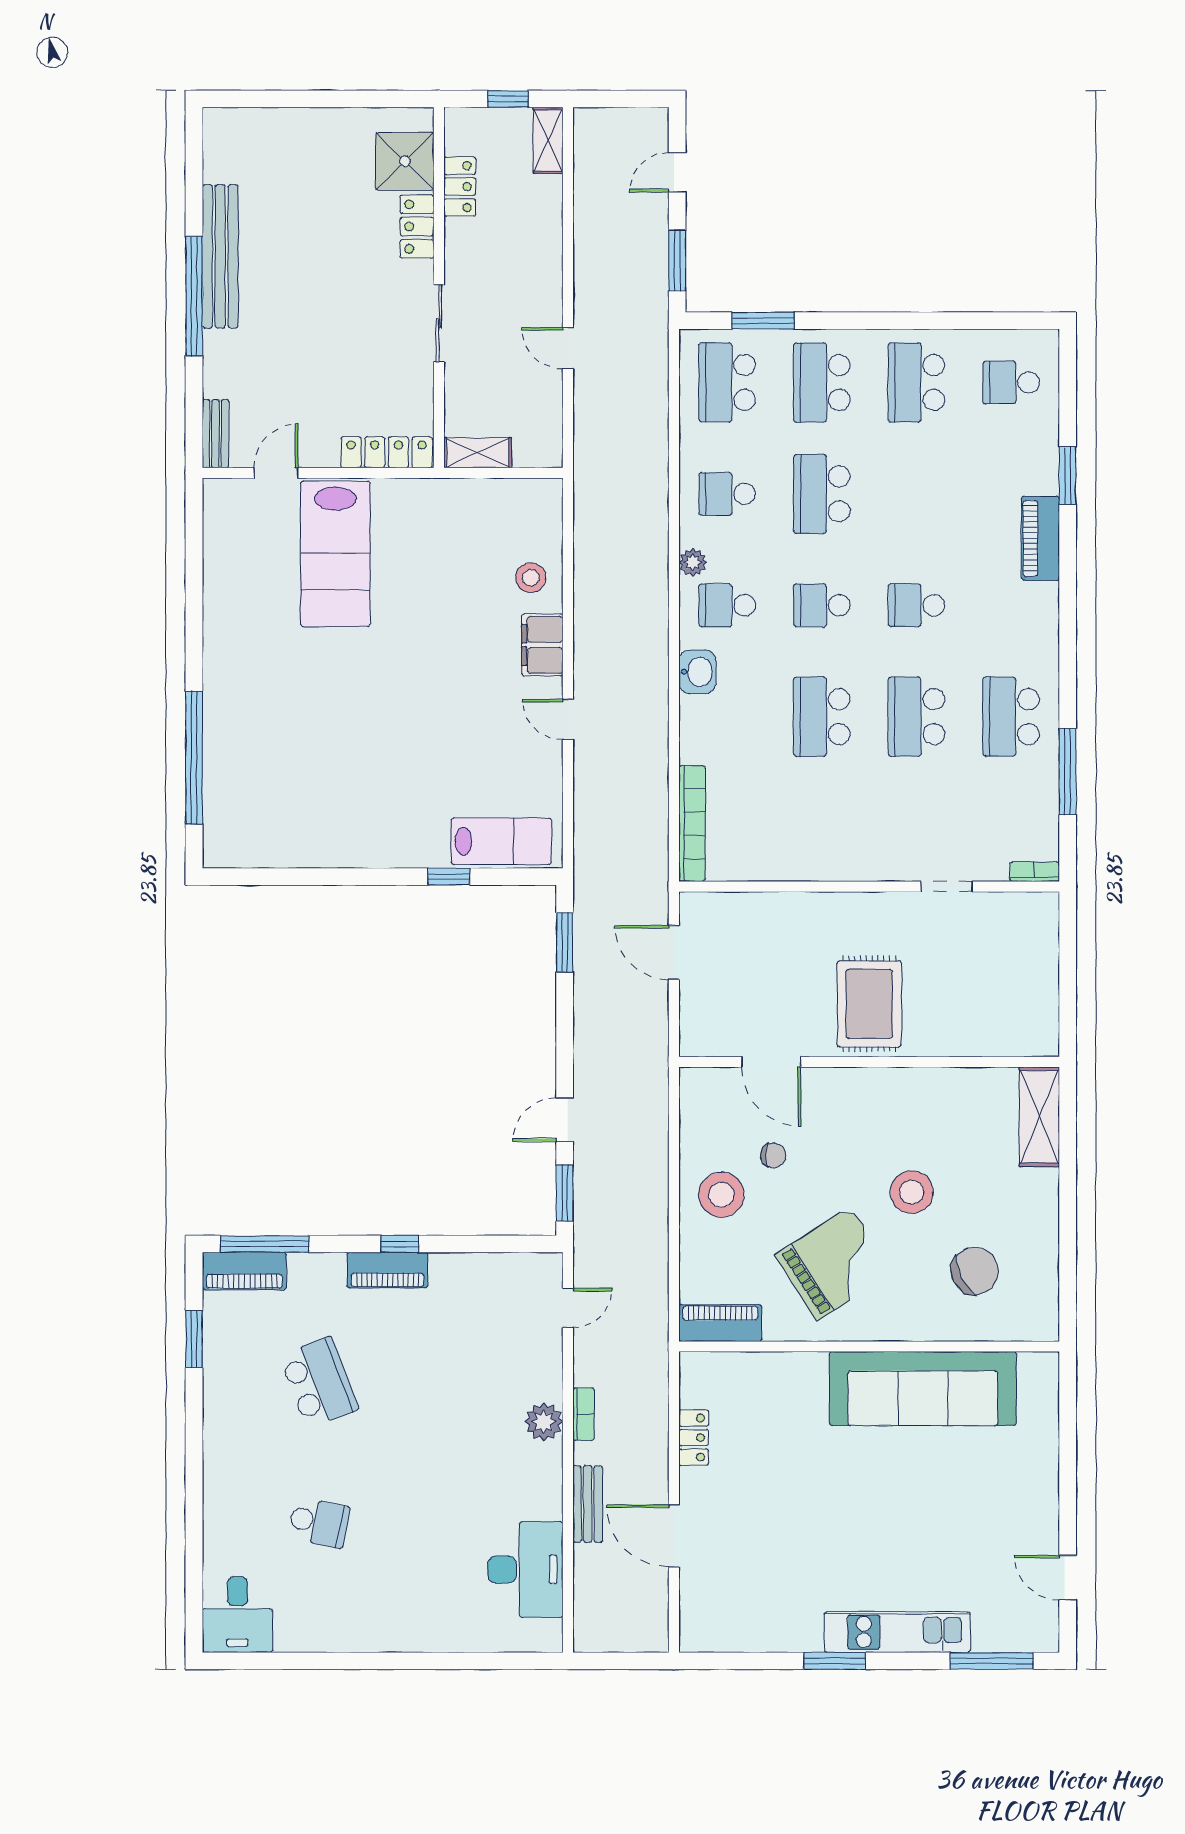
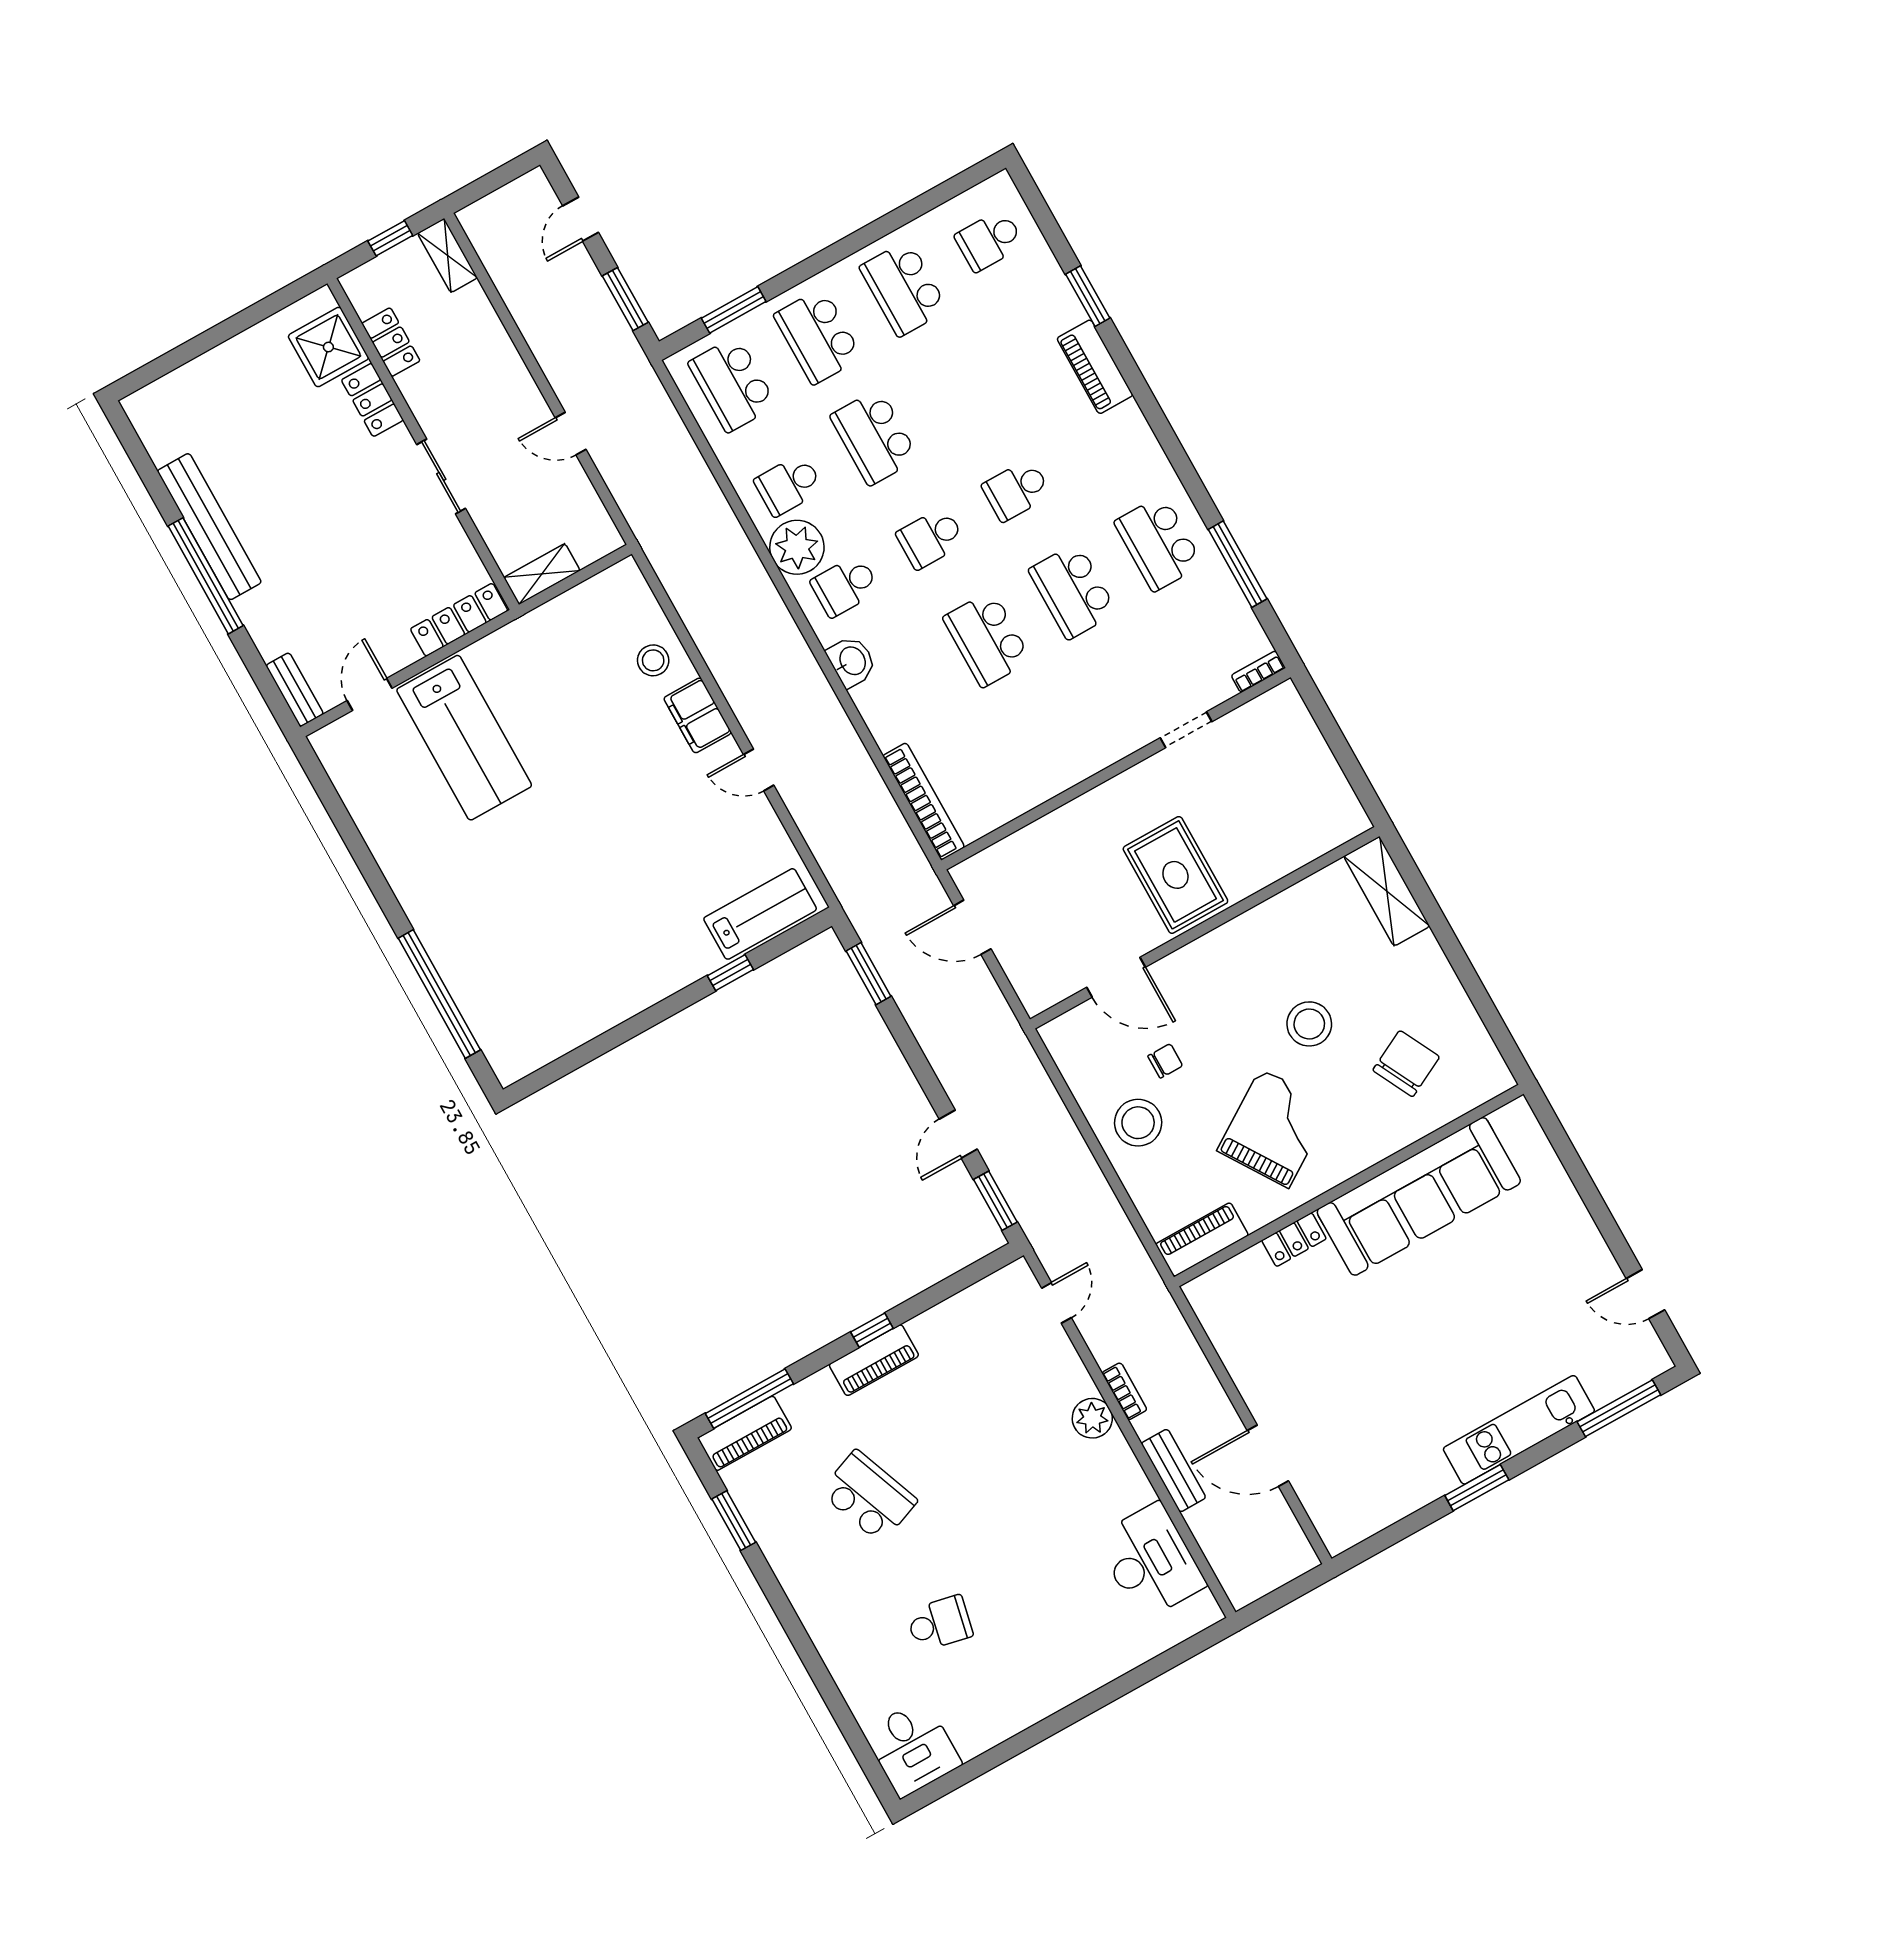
plant: (693, 562) -> (797, 547), width x1.87, depth x1.87
locker: (694, 1438) -> (1294, 1240), moved, turned 90

